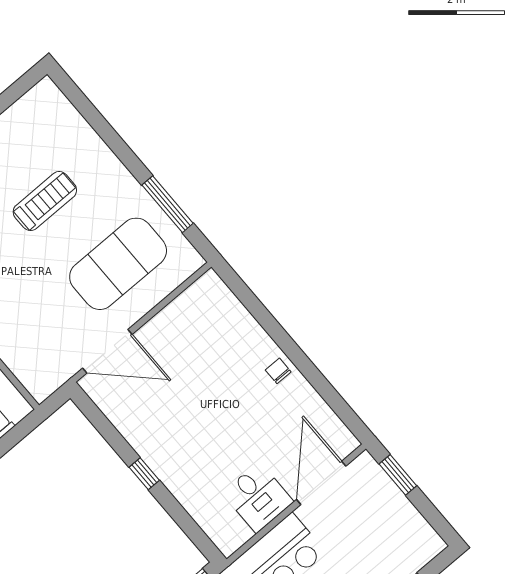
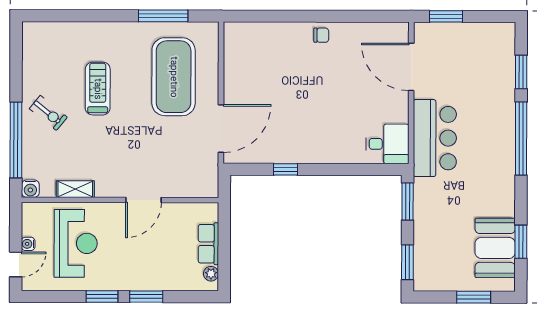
chair: (278, 371) -> (321, 35), turned 180
window: (144, 474) -> (285, 169), moved
desk: (258, 497) -> (387, 144), moved

